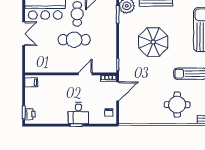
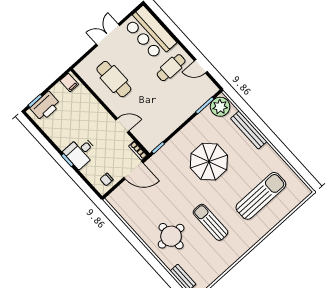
double door: (24, 34) -> (108, 35), swing flipped
cafe table: (74, 40) -> (114, 79), moved
printer: (30, 114) -> (45, 106), width x1.87, depth x1.48

